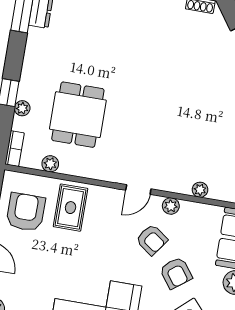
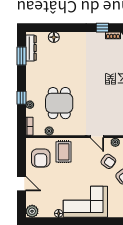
door: (138, 190) -> (97, 137), hinge flipped
armchair: (26, 212) -> (41, 158), turned 180

